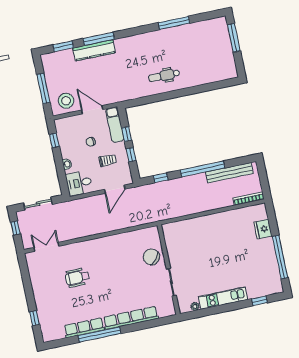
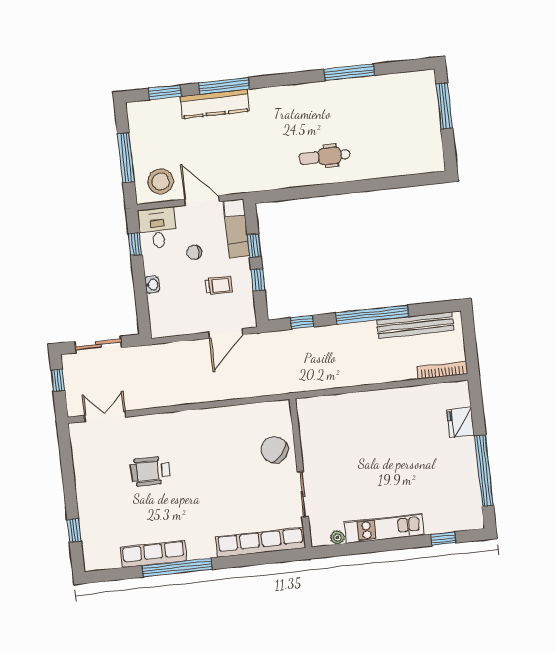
desk: (79, 183) -> (158, 228), moved, turned 90
row of seats: (131, 318) -> (261, 542), moved

